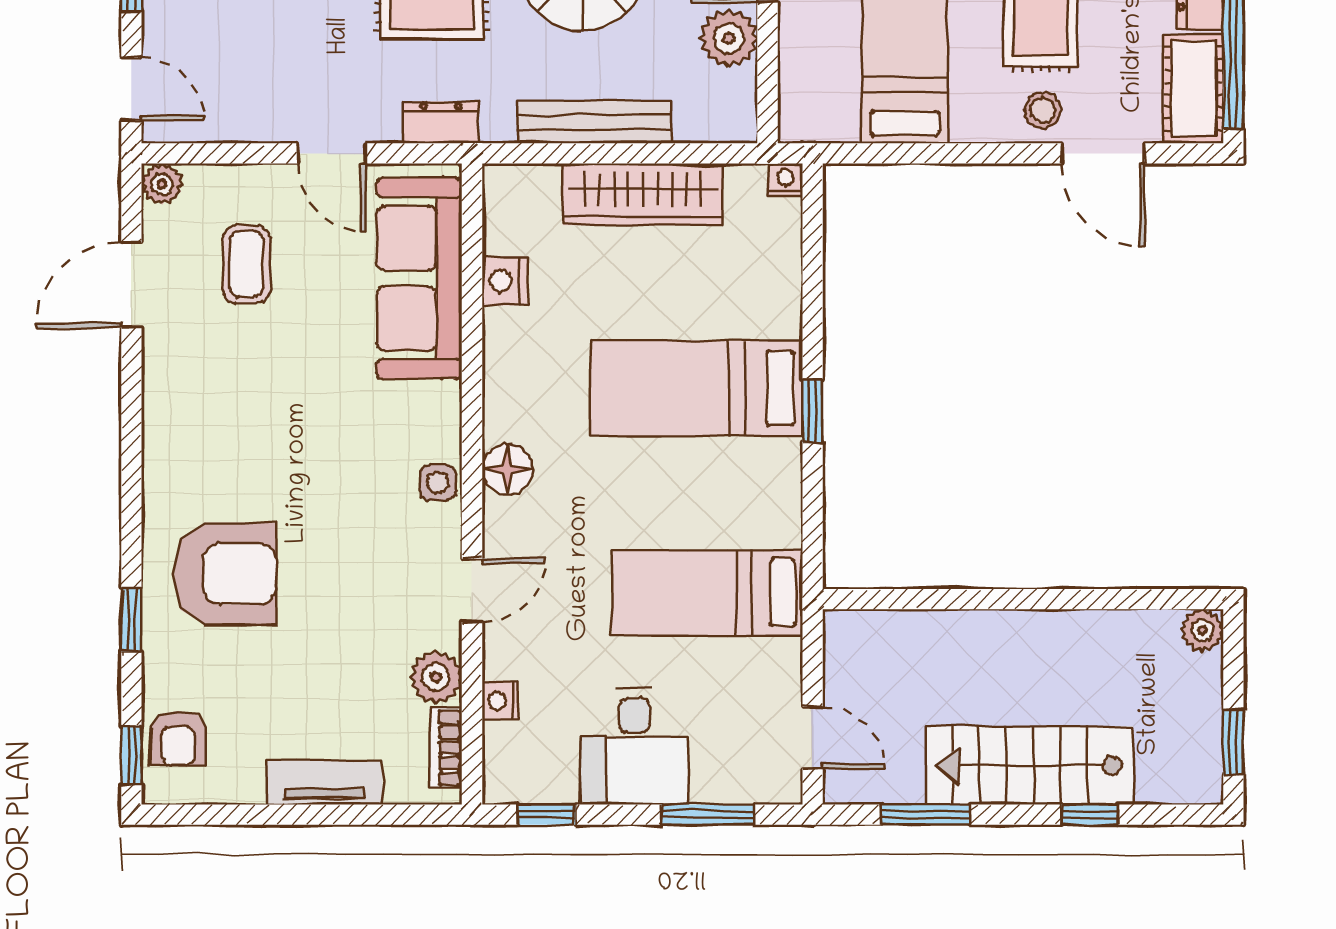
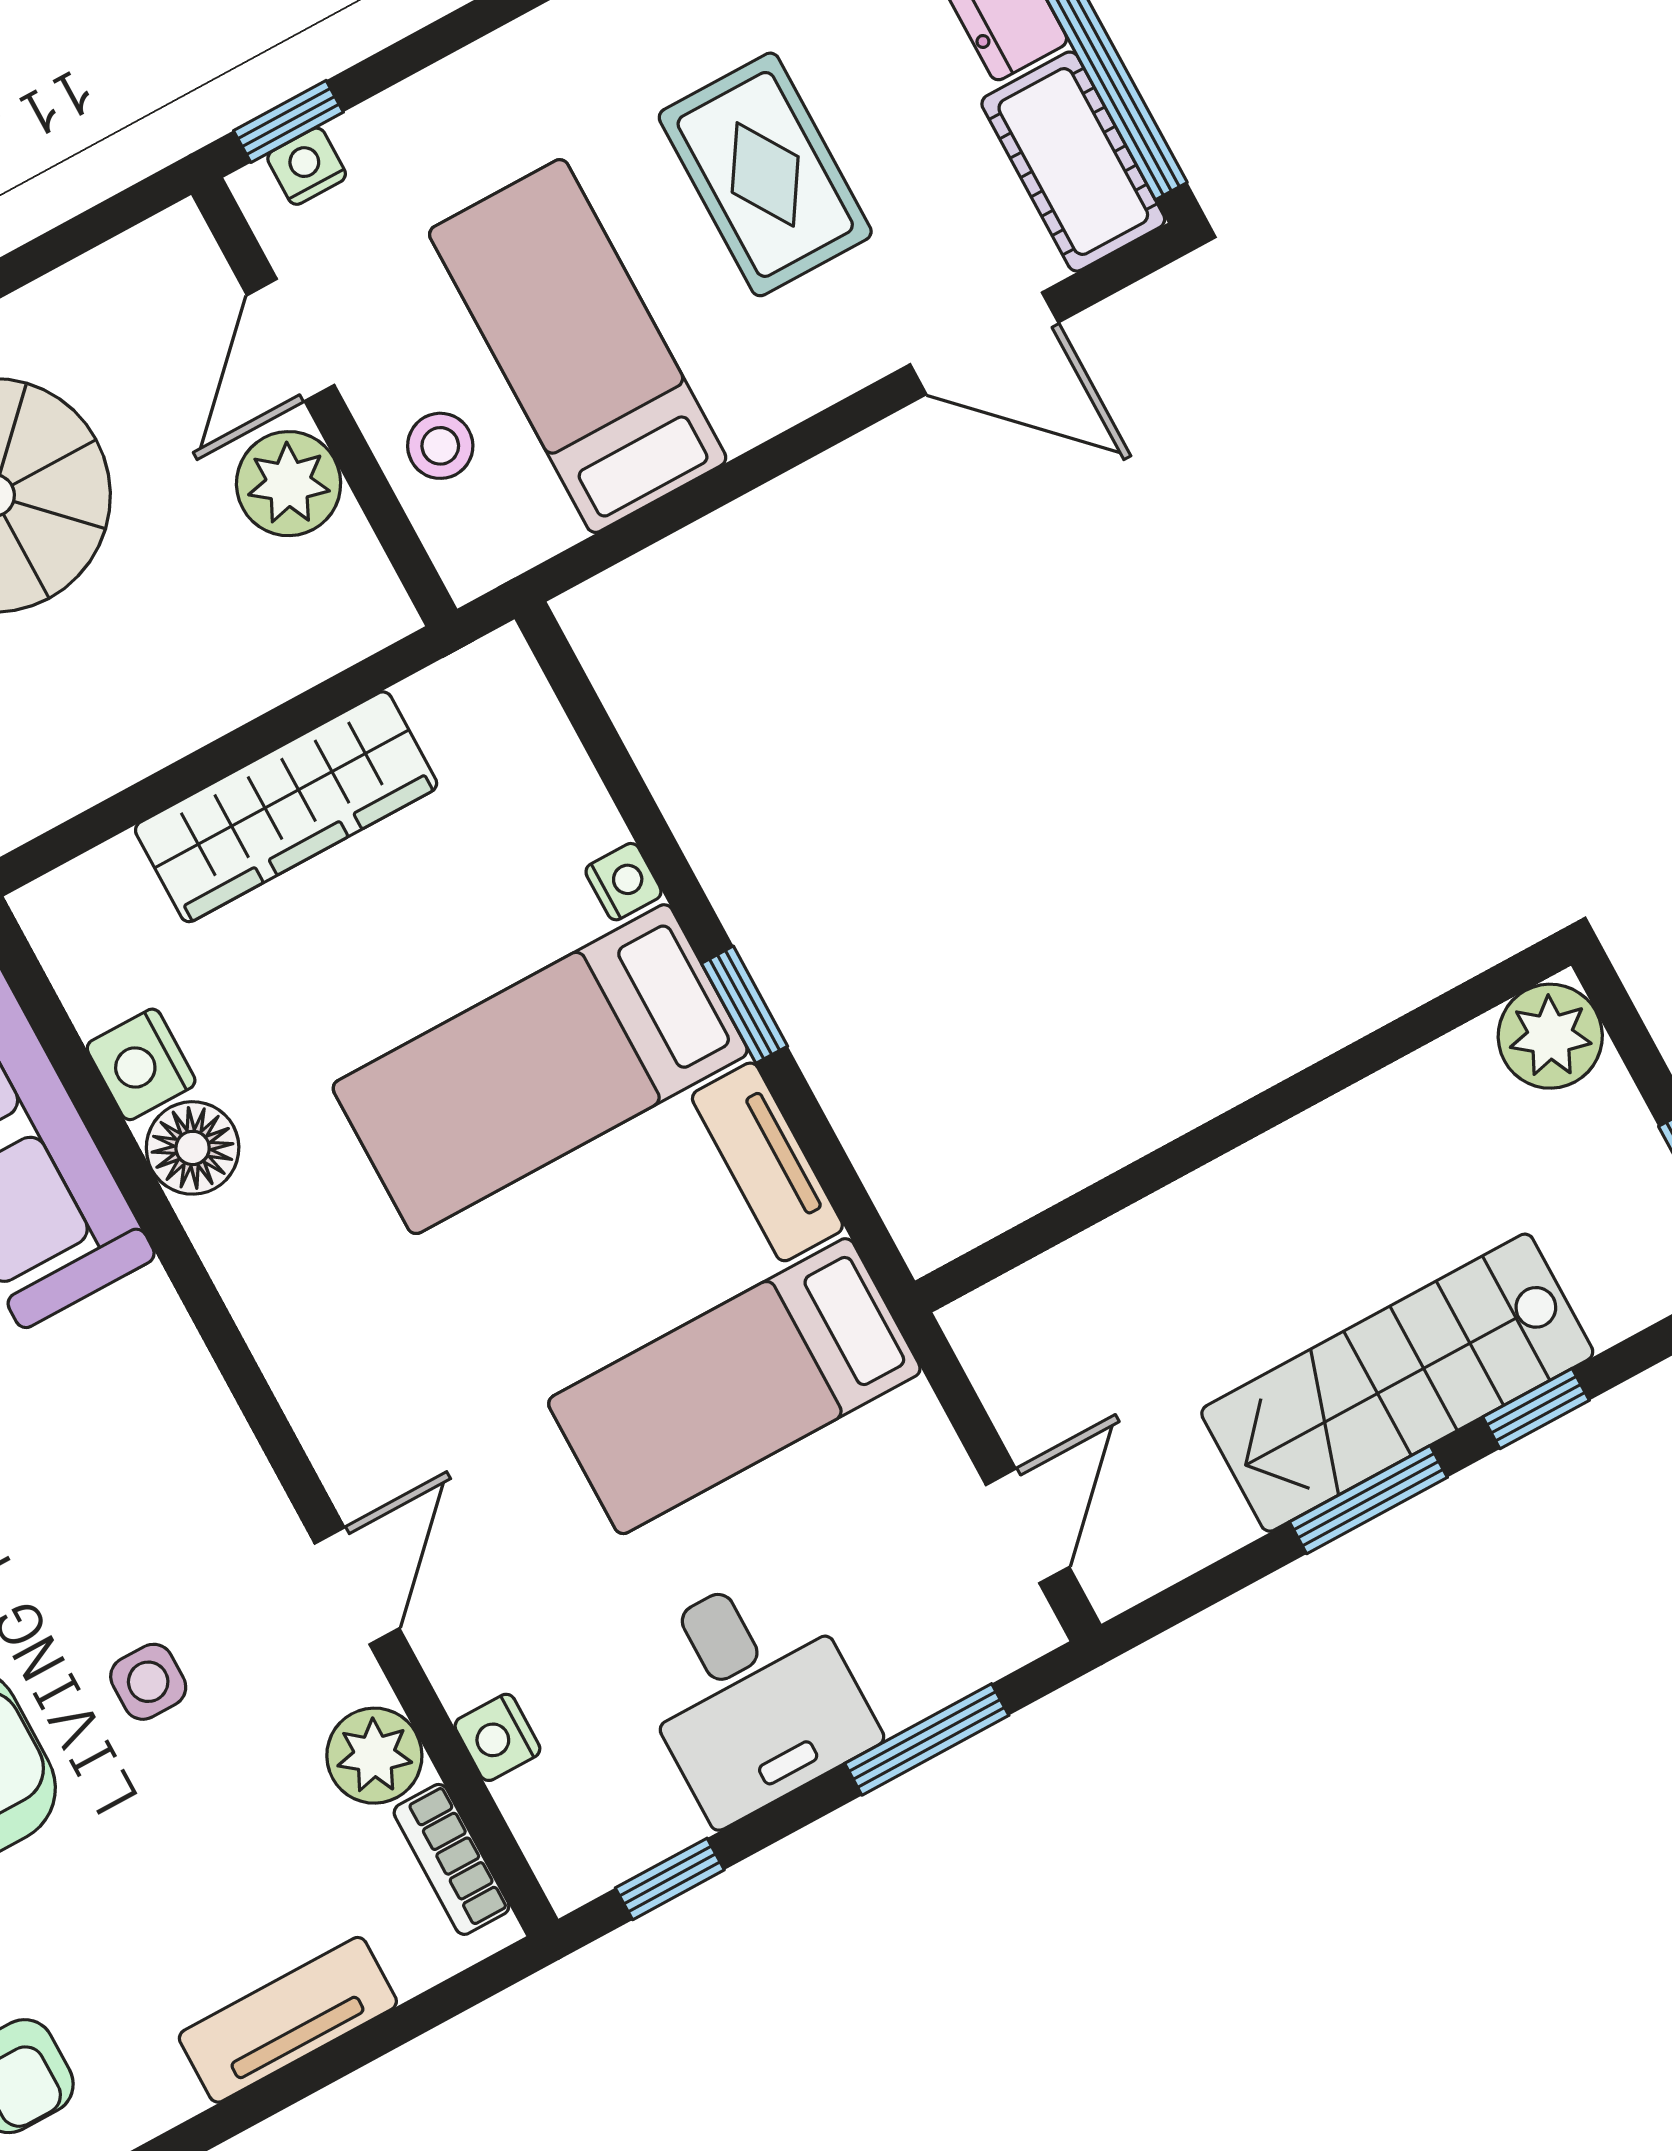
stool: (1042, 110) -> (440, 446), moved
bench: (594, 122) -> (146, 733), removed
nightstand: (785, 180) -> (624, 882), moved, turned 90
floor lamp: (508, 469) -> (193, 1148), moved
side table: (438, 482) -> (148, 1682), moved
tv unit: (782, 493) -> (767, 1162), added
plant: (1202, 630) -> (1550, 1036), width x1.38, depth x1.38
door: (813, 738) -> (1028, 1526), hinge flipped
window: (926, 815) -> (1368, 1500), moved

